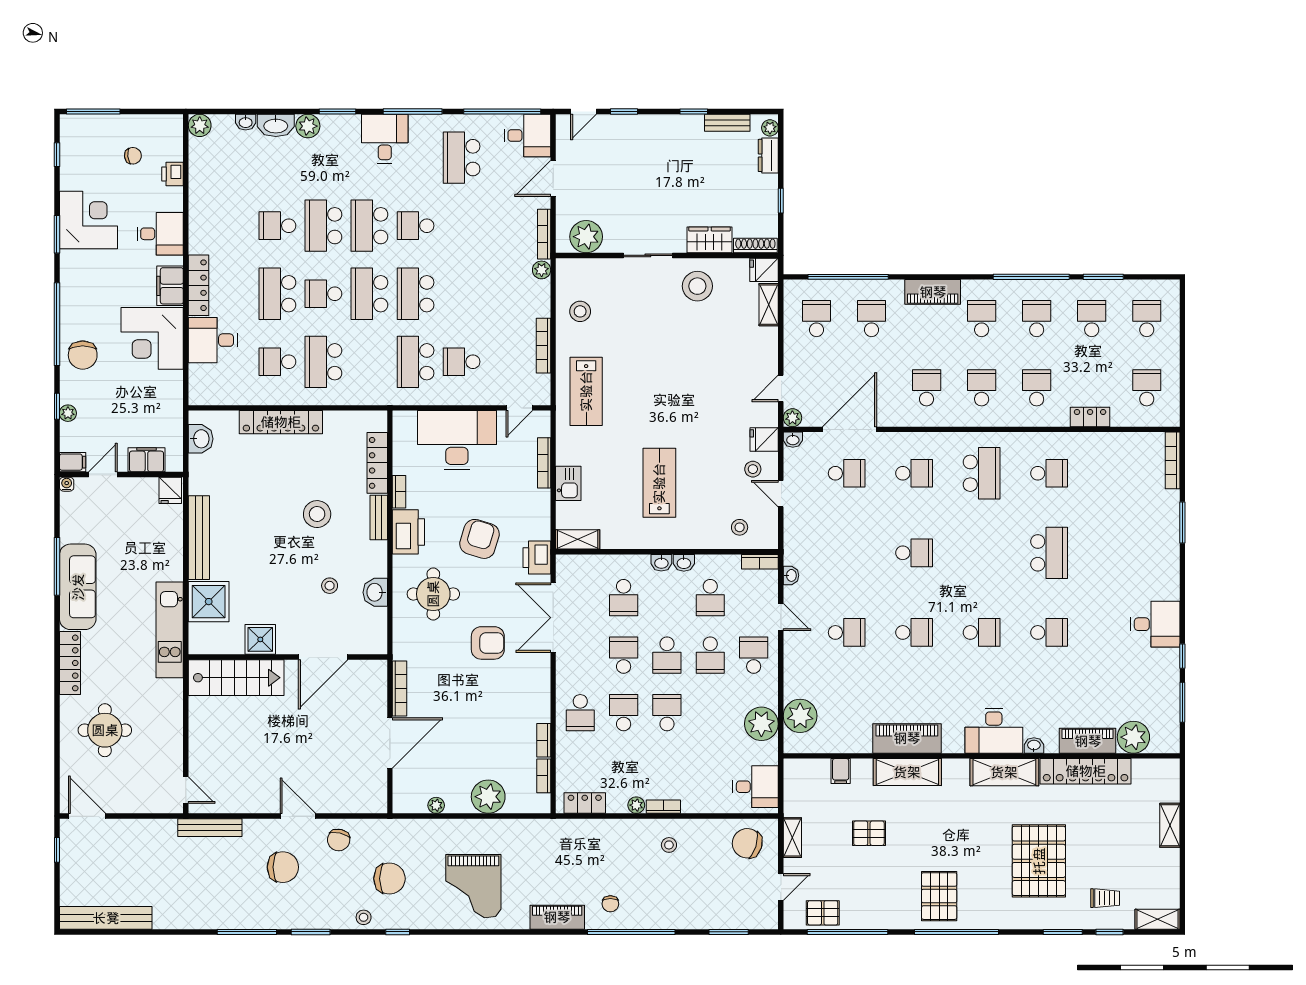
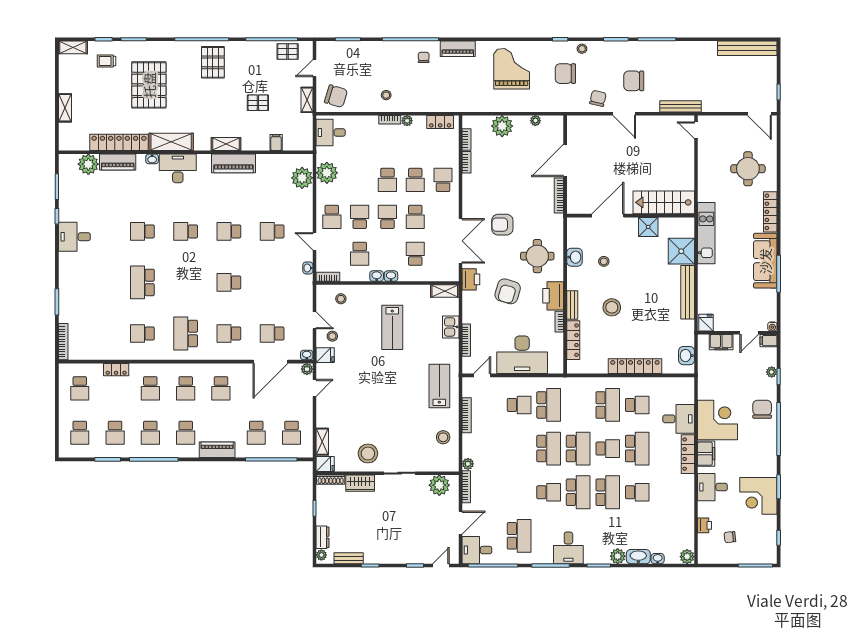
school desk: (710, 598) -> (360, 254), turned 180
shelving: (907, 772) -> (226, 144), width x0.67, depth x0.75

